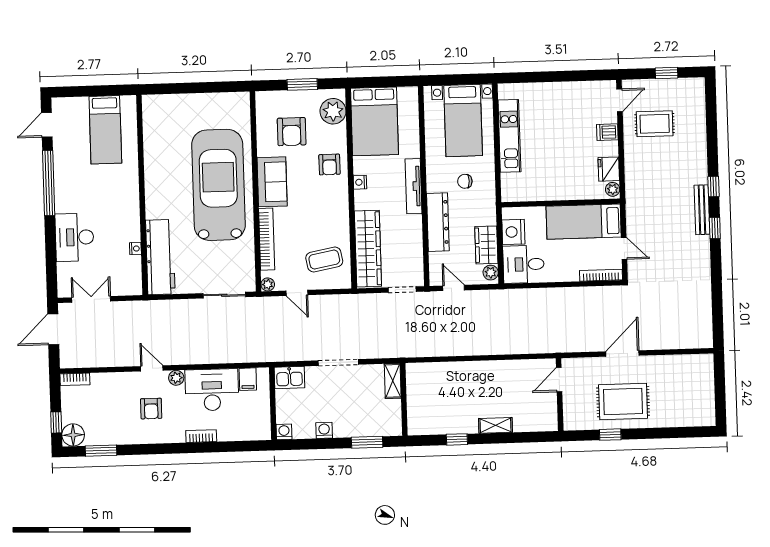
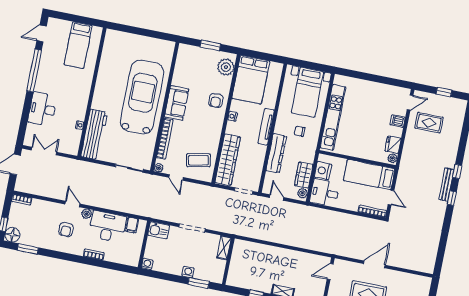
armchair: (292, 132) -> (197, 74), removed
kitchen unit: (509, 136) -> (333, 117), width x1.36
washing machine: (324, 430) -> (188, 272), moved

